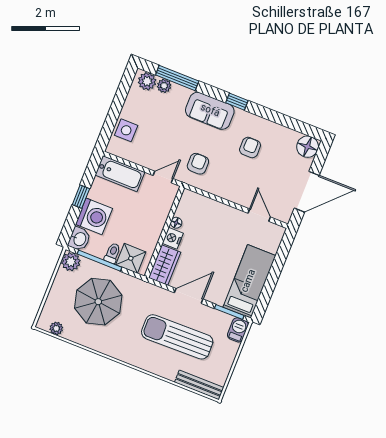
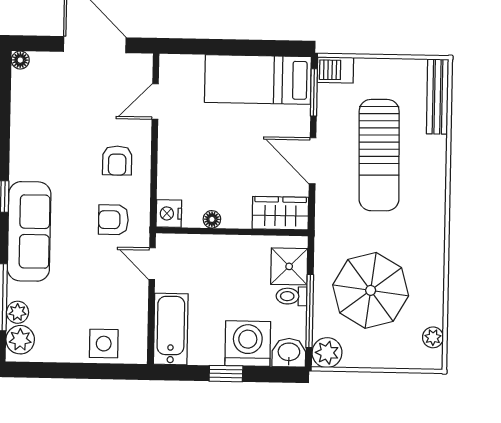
sofa: (210, 111) -> (29, 231), width x1.36
armchair: (250, 147) -> (117, 160), moved, turned -90
floor lamp: (308, 147) -> (20, 60), width x0.53, depth x0.53
nightstand: (173, 238) -> (169, 214), moved, turned 90

